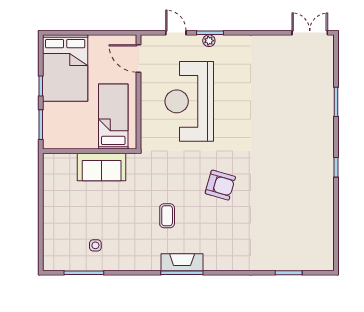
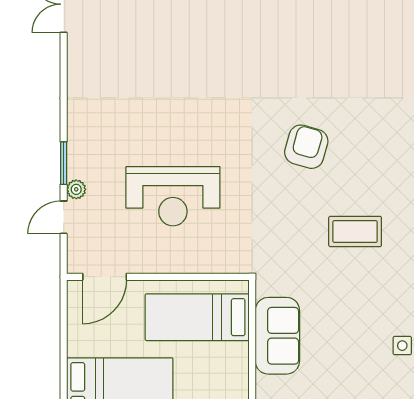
plant: (209, 41) -> (76, 189), moved
reception desk: (189, 101) -> (173, 196), width x0.74, depth x0.77
coffee table: (167, 216) -> (355, 231), width x1.36, depth x1.30

